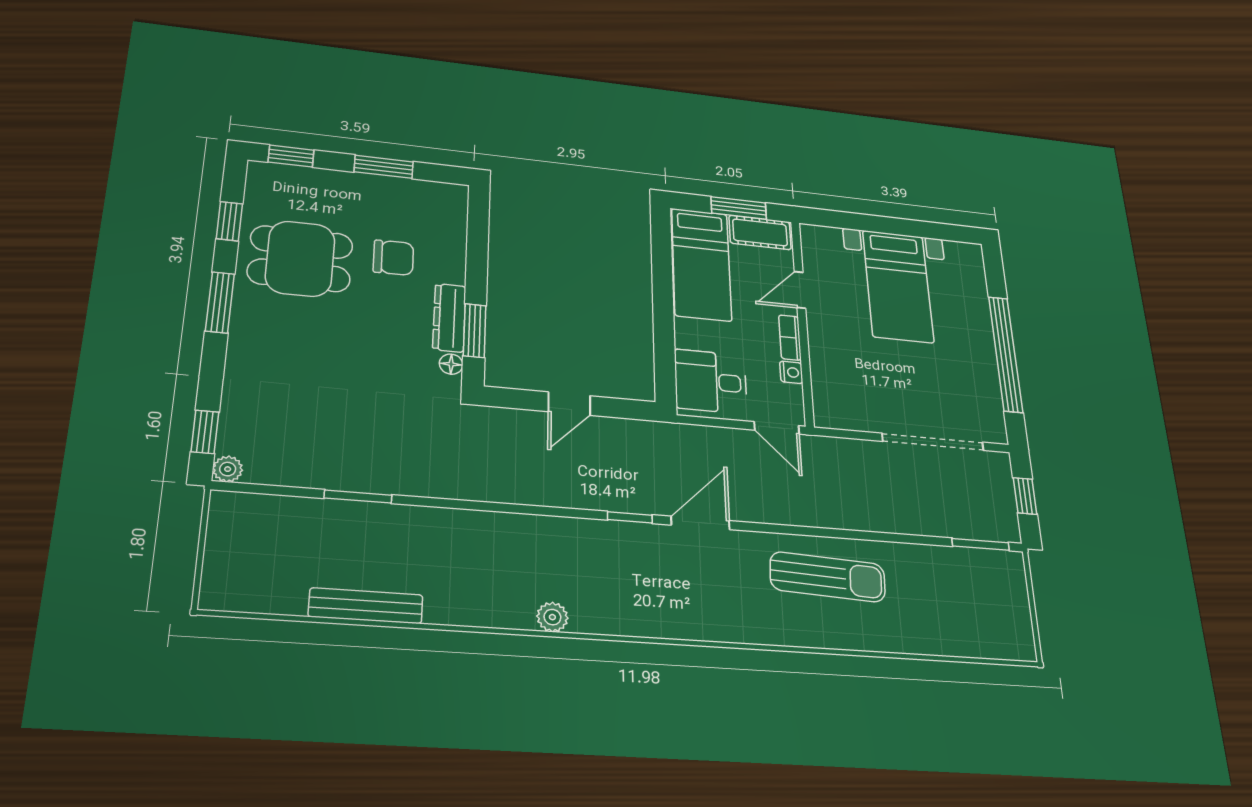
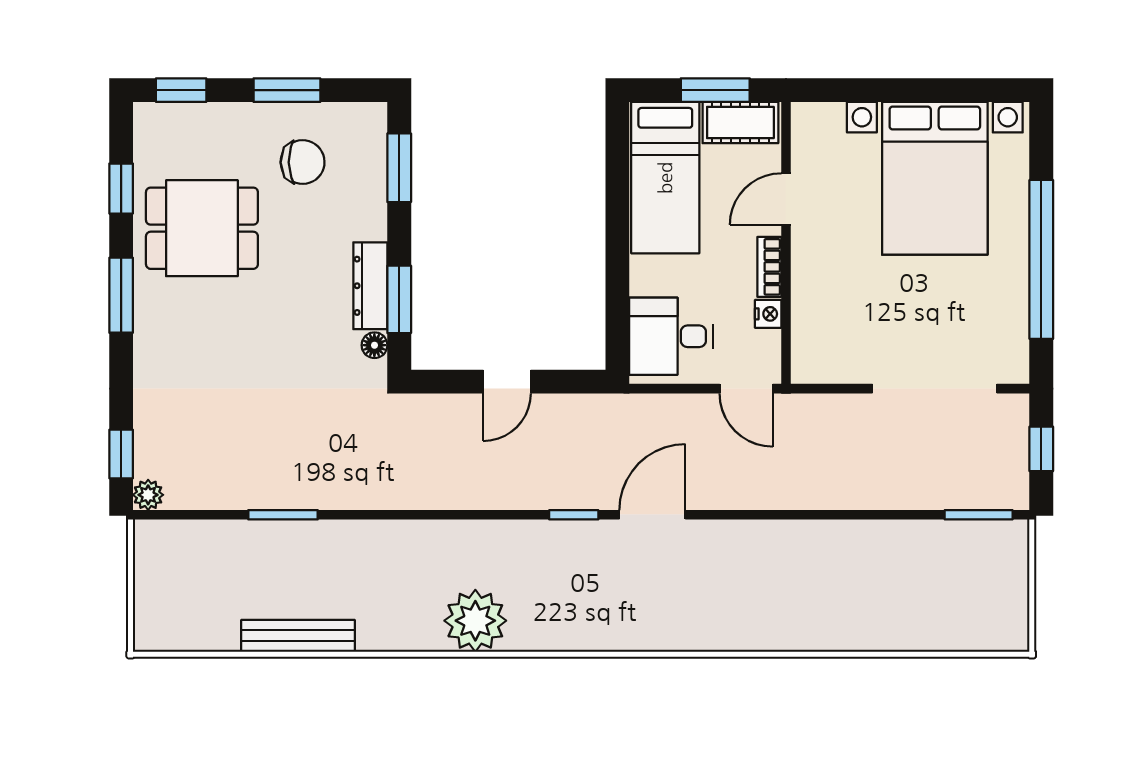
window: (478, 233) -> (399, 168), added
chair: (393, 258) -> (303, 162), moved
bed with nightstands: (898, 286) -> (935, 178), width x1.36
sun lounger: (828, 577) -> (794, 568), removed
plant: (552, 617) -> (475, 621), width x1.87, depth x1.87

